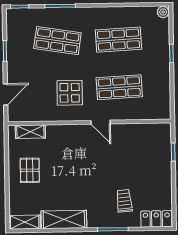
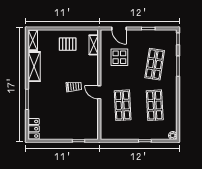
display table: (70, 93) -> (119, 57), moved
door: (101, 122) -> (99, 92), hinge flipped
trolley: (124, 201) -> (74, 87), moved

